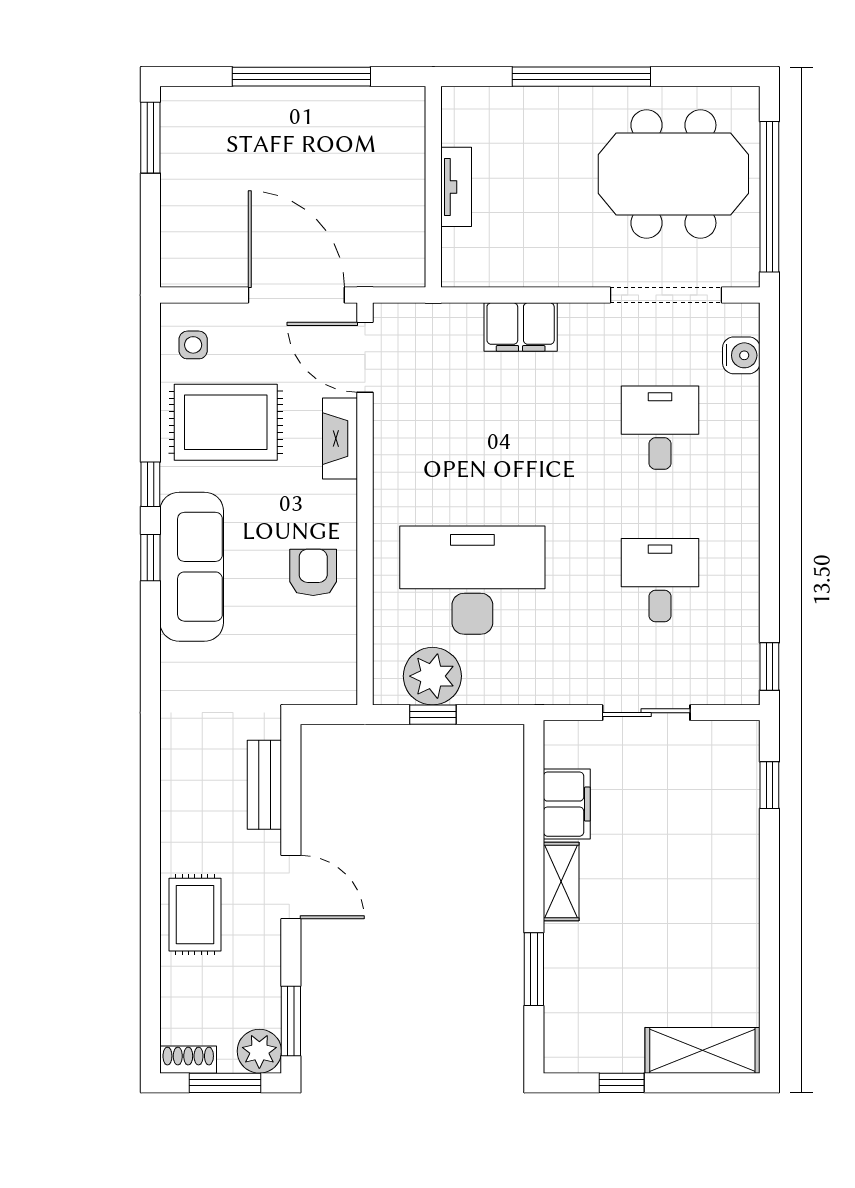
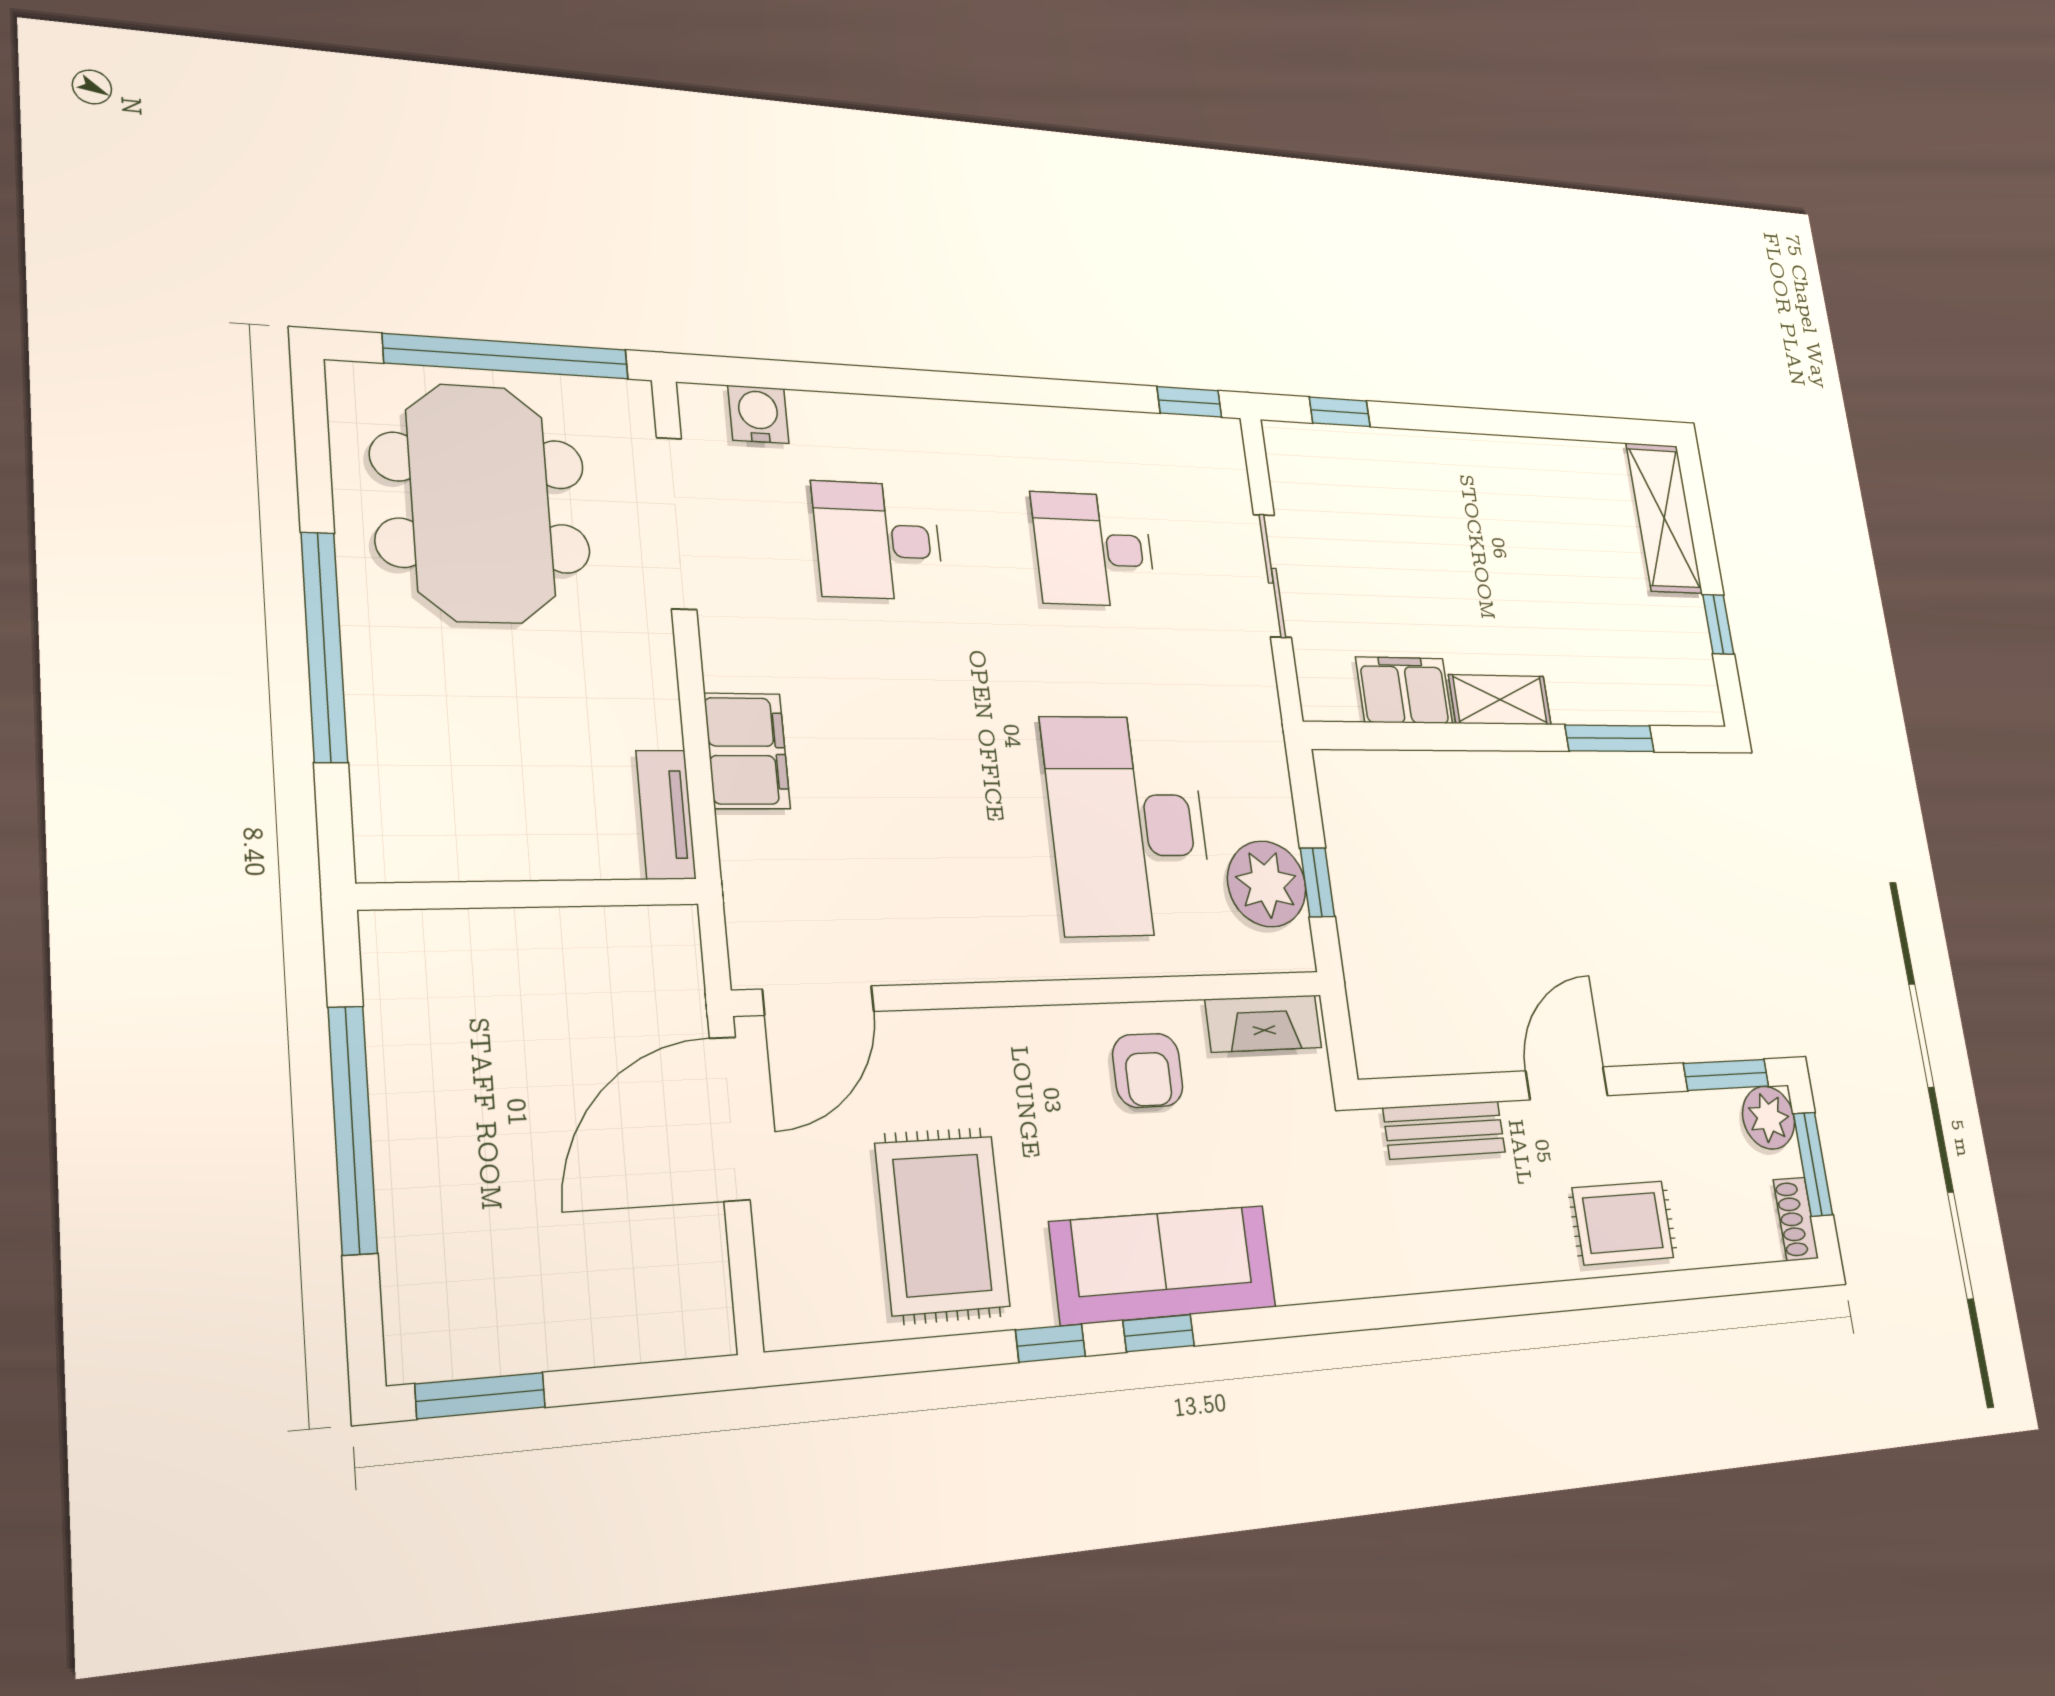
tv unit: (456, 187) -> (666, 815), moved, turned -90
side table: (193, 345) -> (827, 1289), removed
fireplace: (340, 439) -> (1263, 1024), moved
armchair: (313, 572) -> (1148, 1070), turned -90

